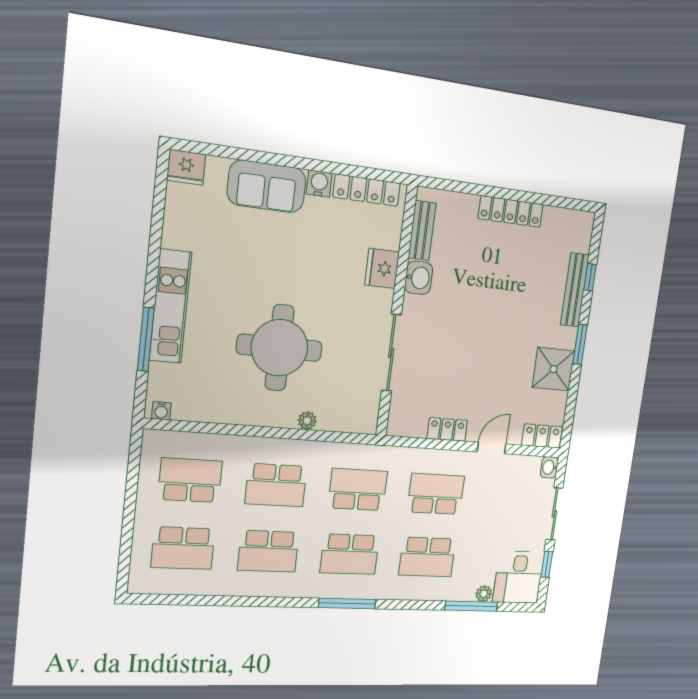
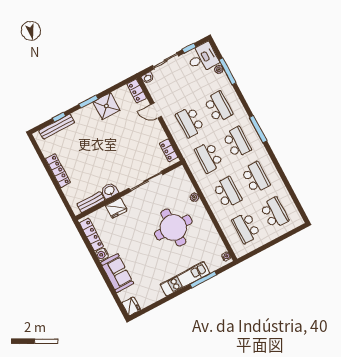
bench: (575, 290) -> (57, 126), moved
locker: (447, 429) -> (169, 150), moved

